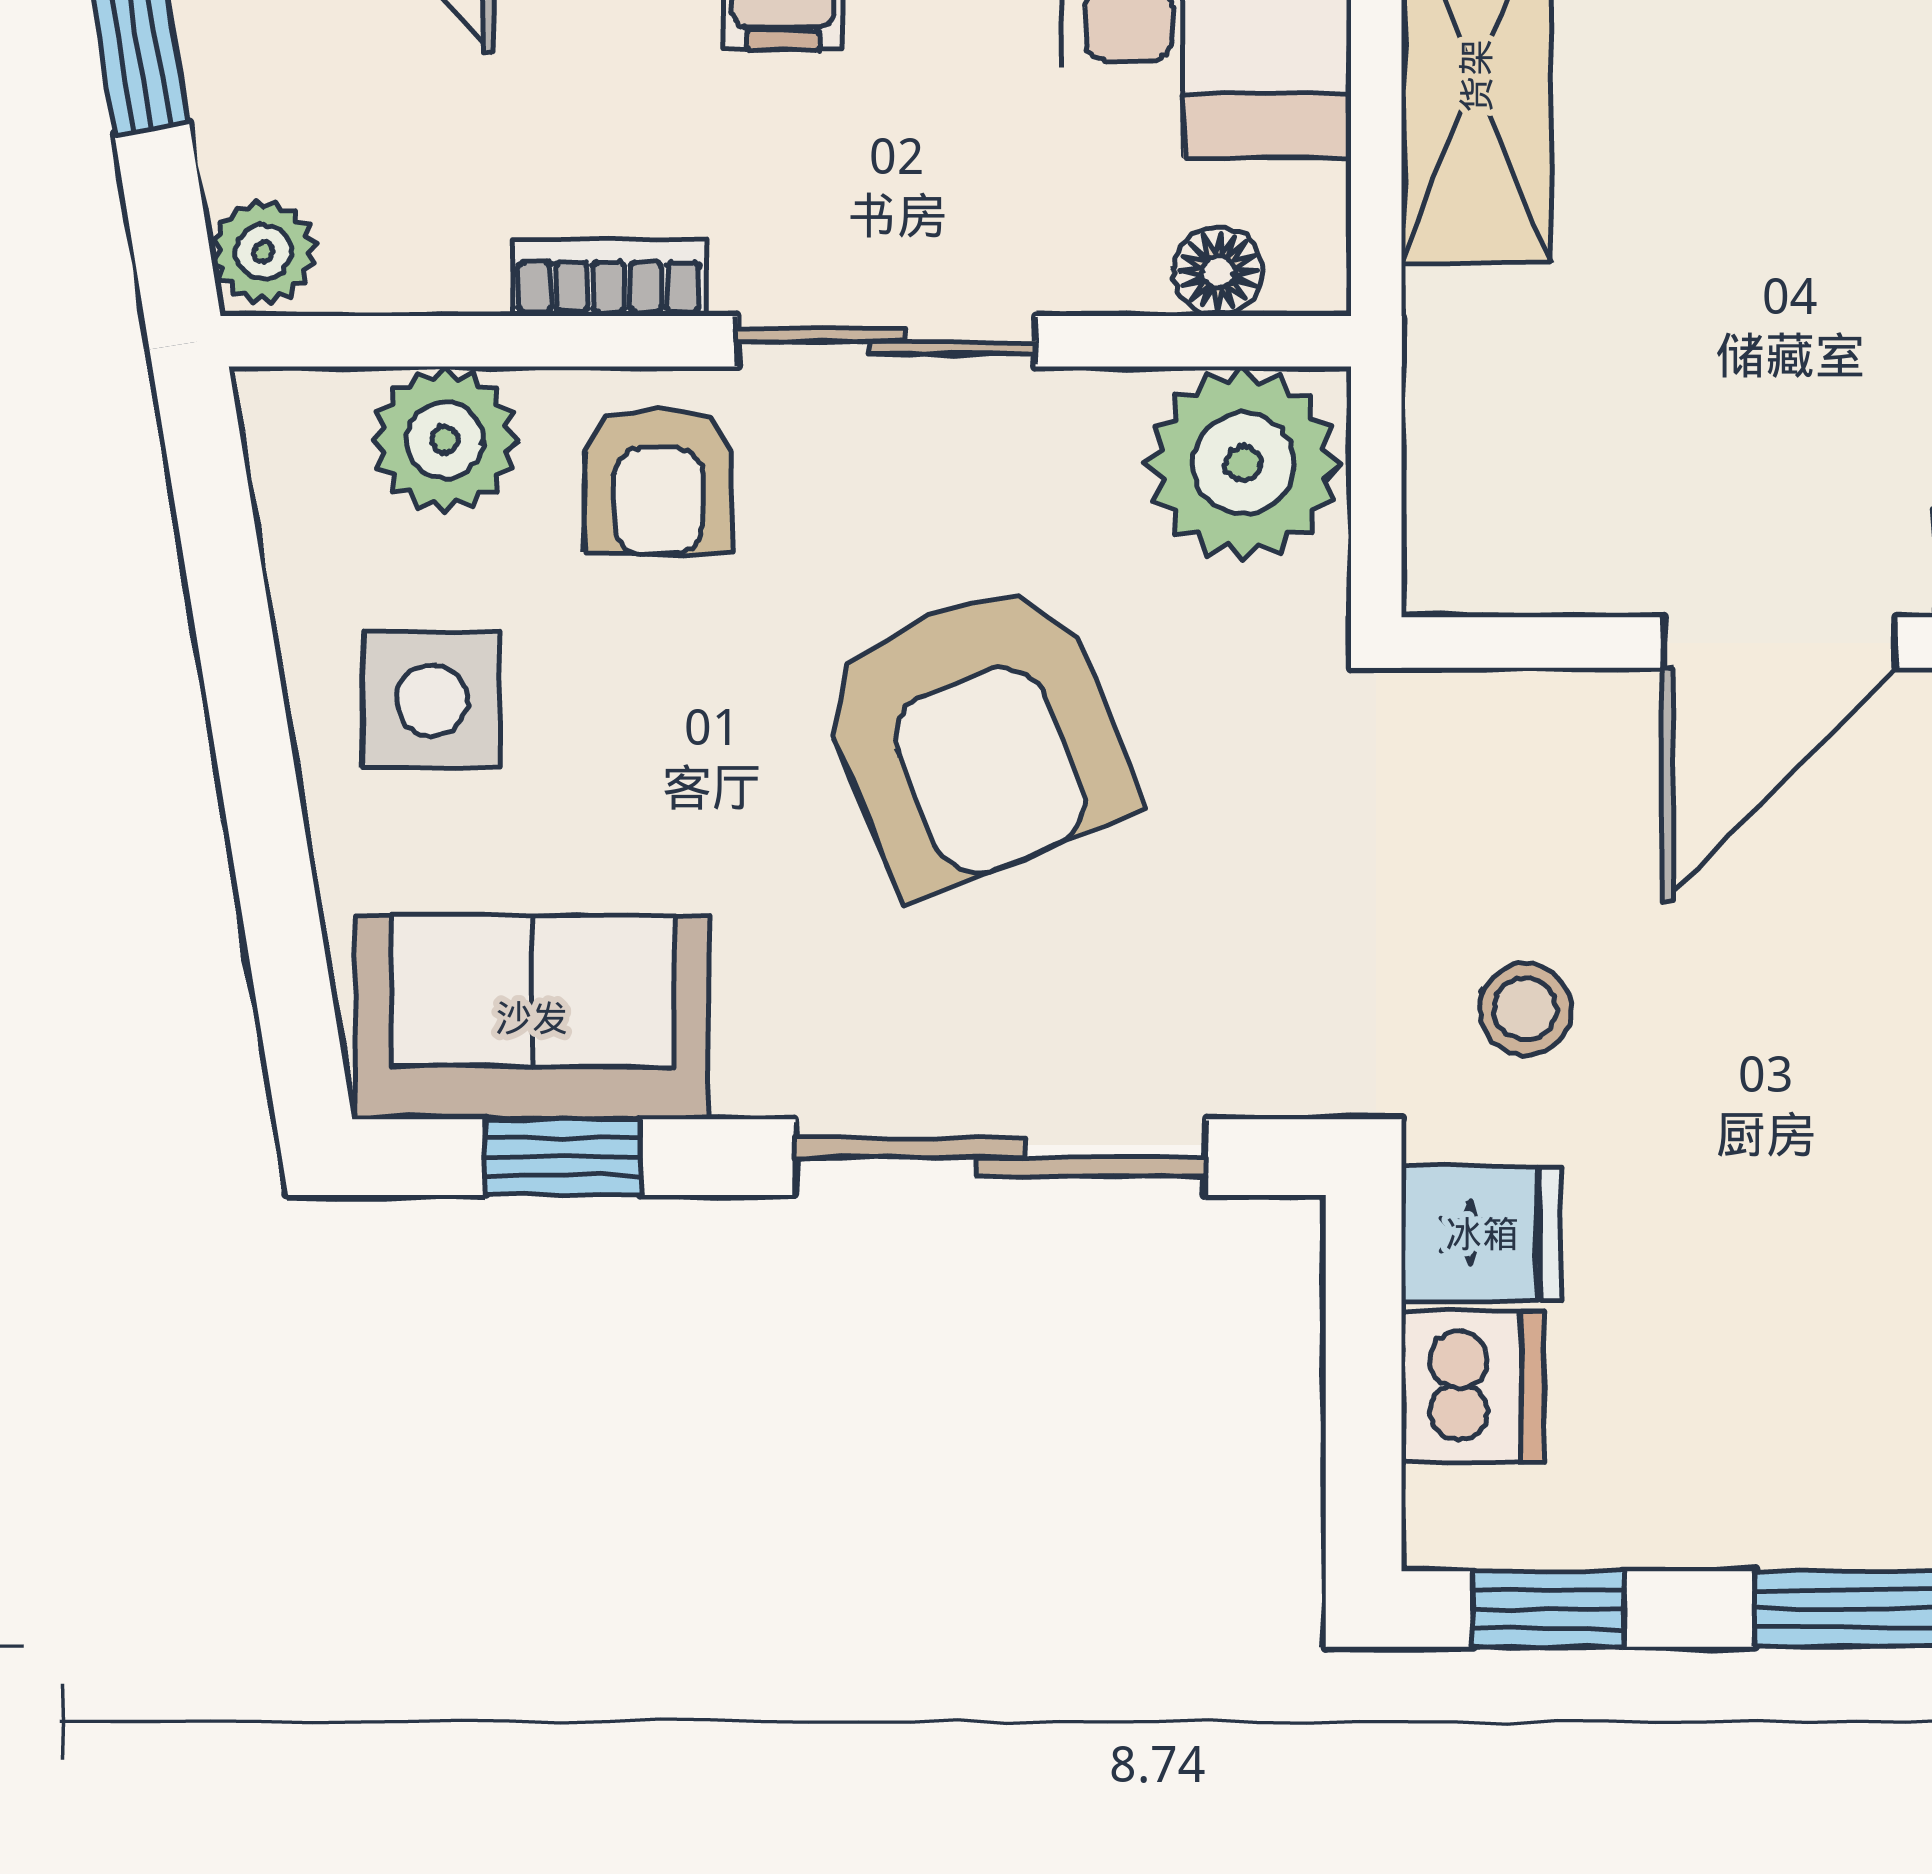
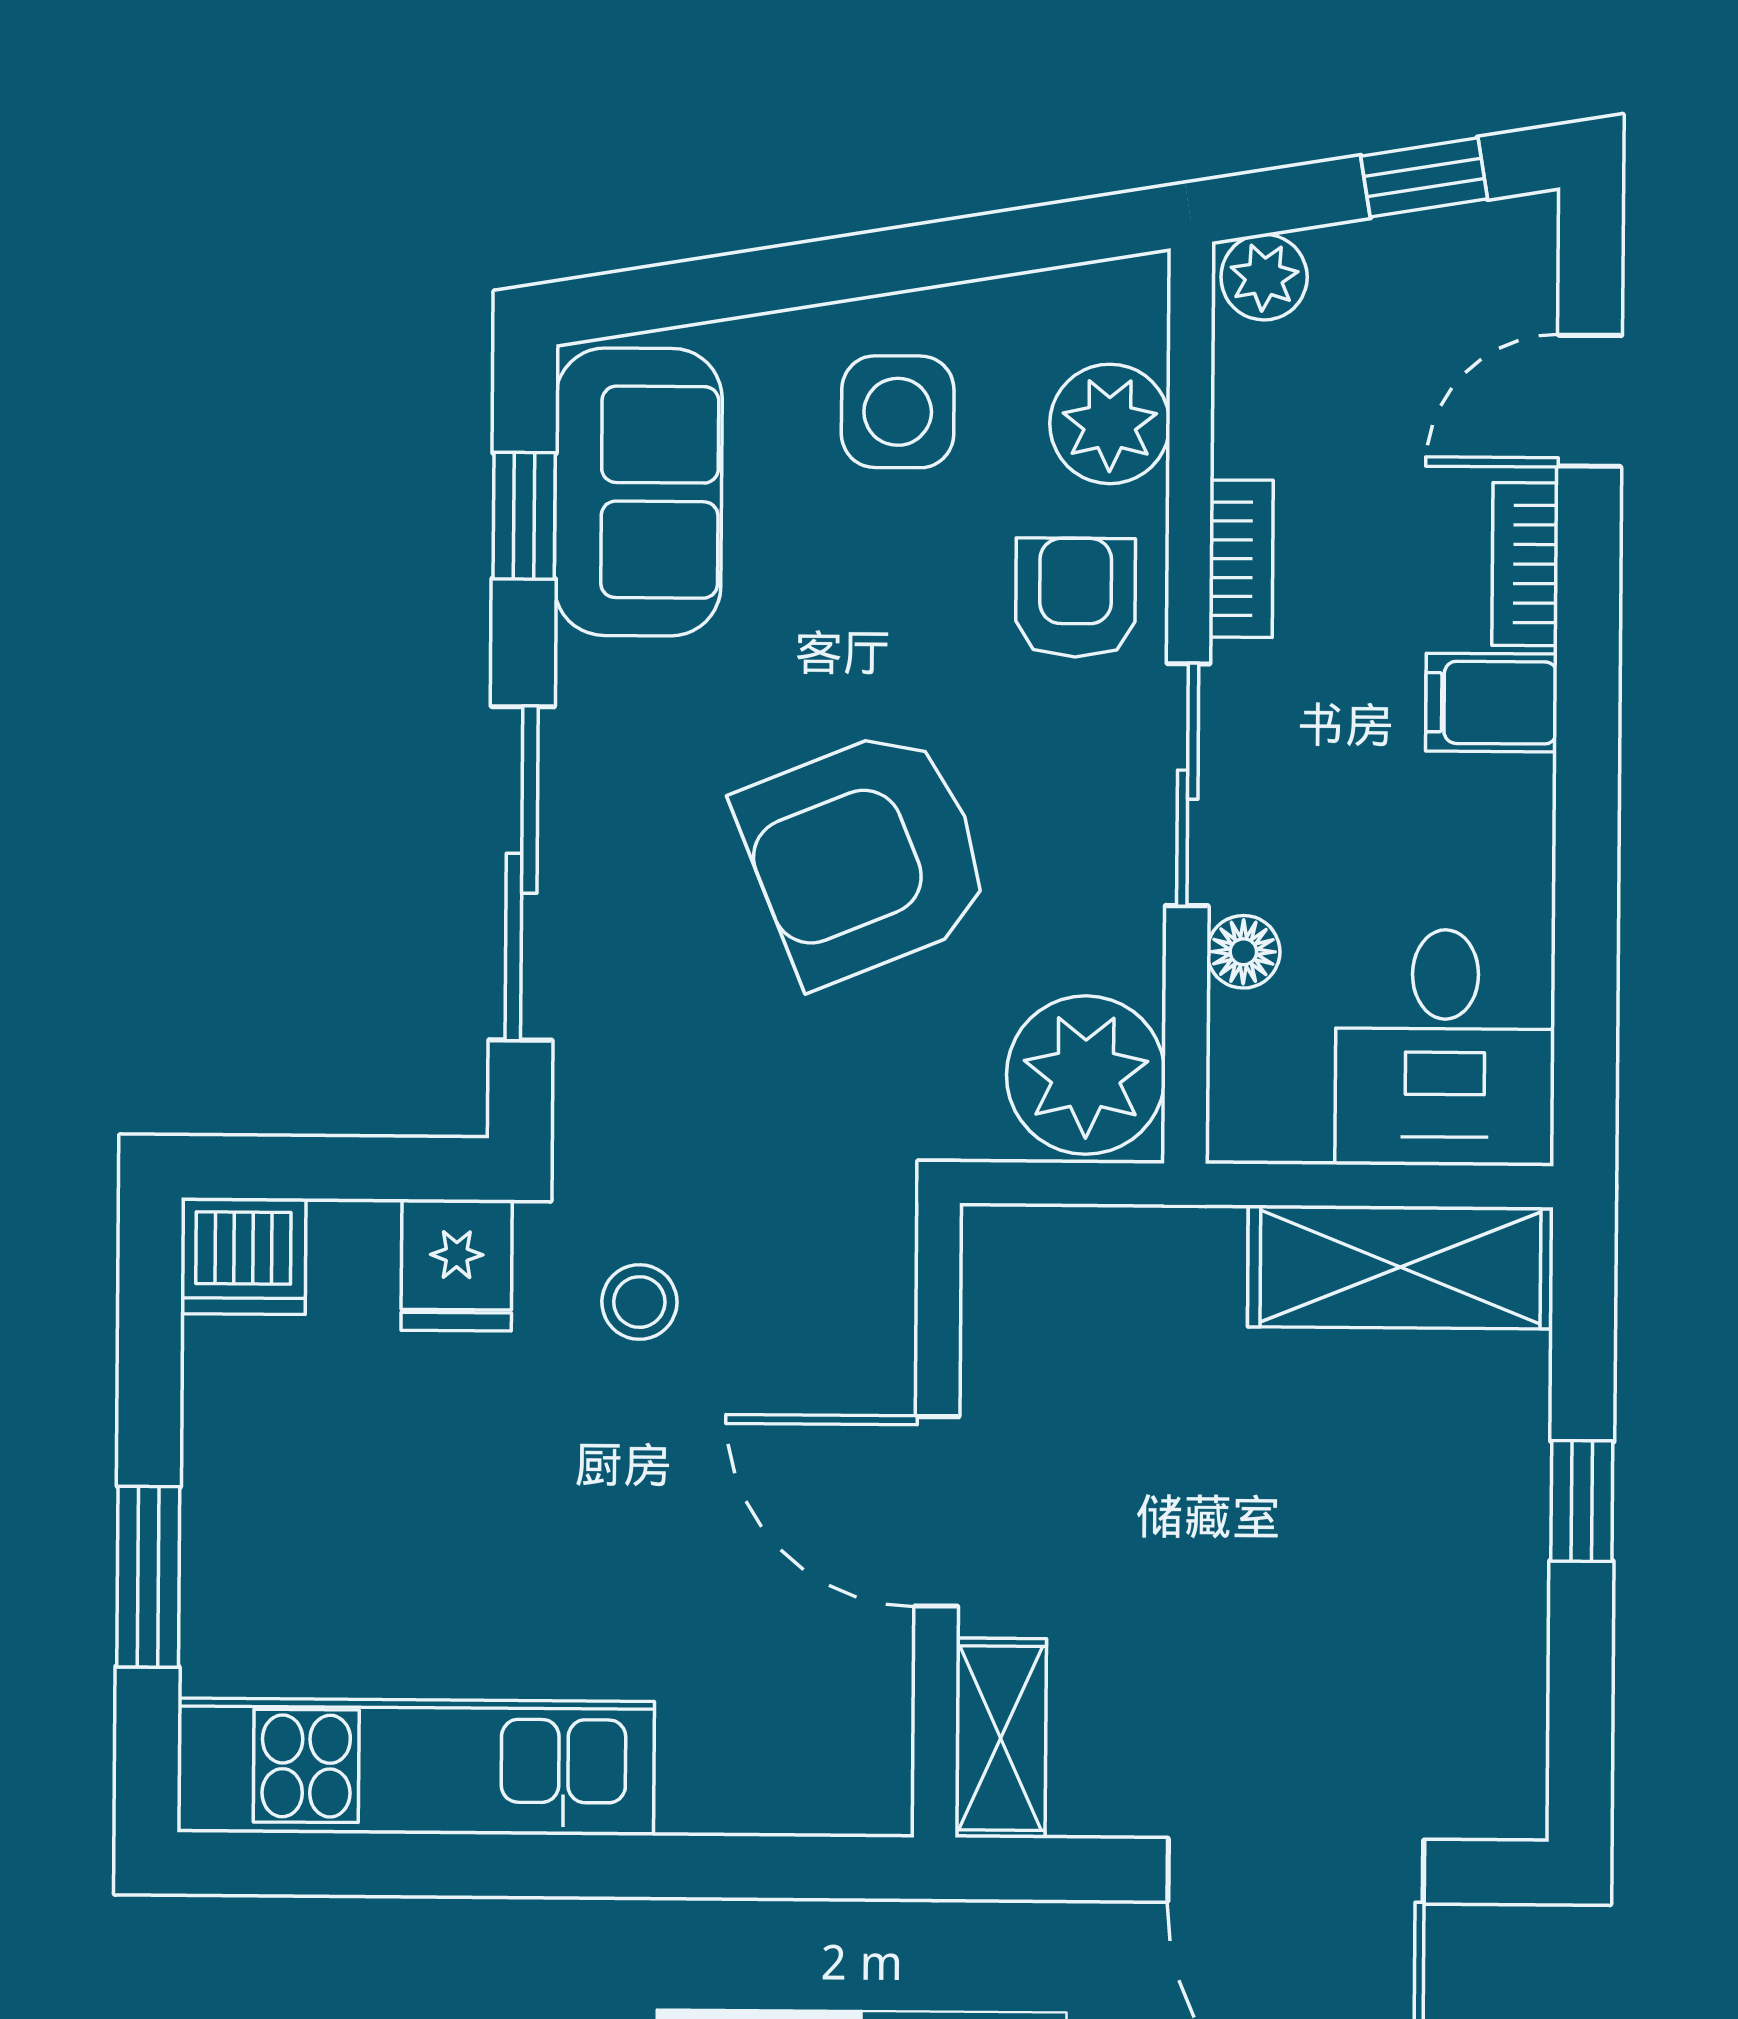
floor lamp: (1218, 272) -> (1243, 952), moved
armchair: (658, 480) -> (1075, 598), turned 90
dishwasher: (1473, 1387) -> (243, 1256), moved
window: (1549, 1609) -> (150, 1317), removed

